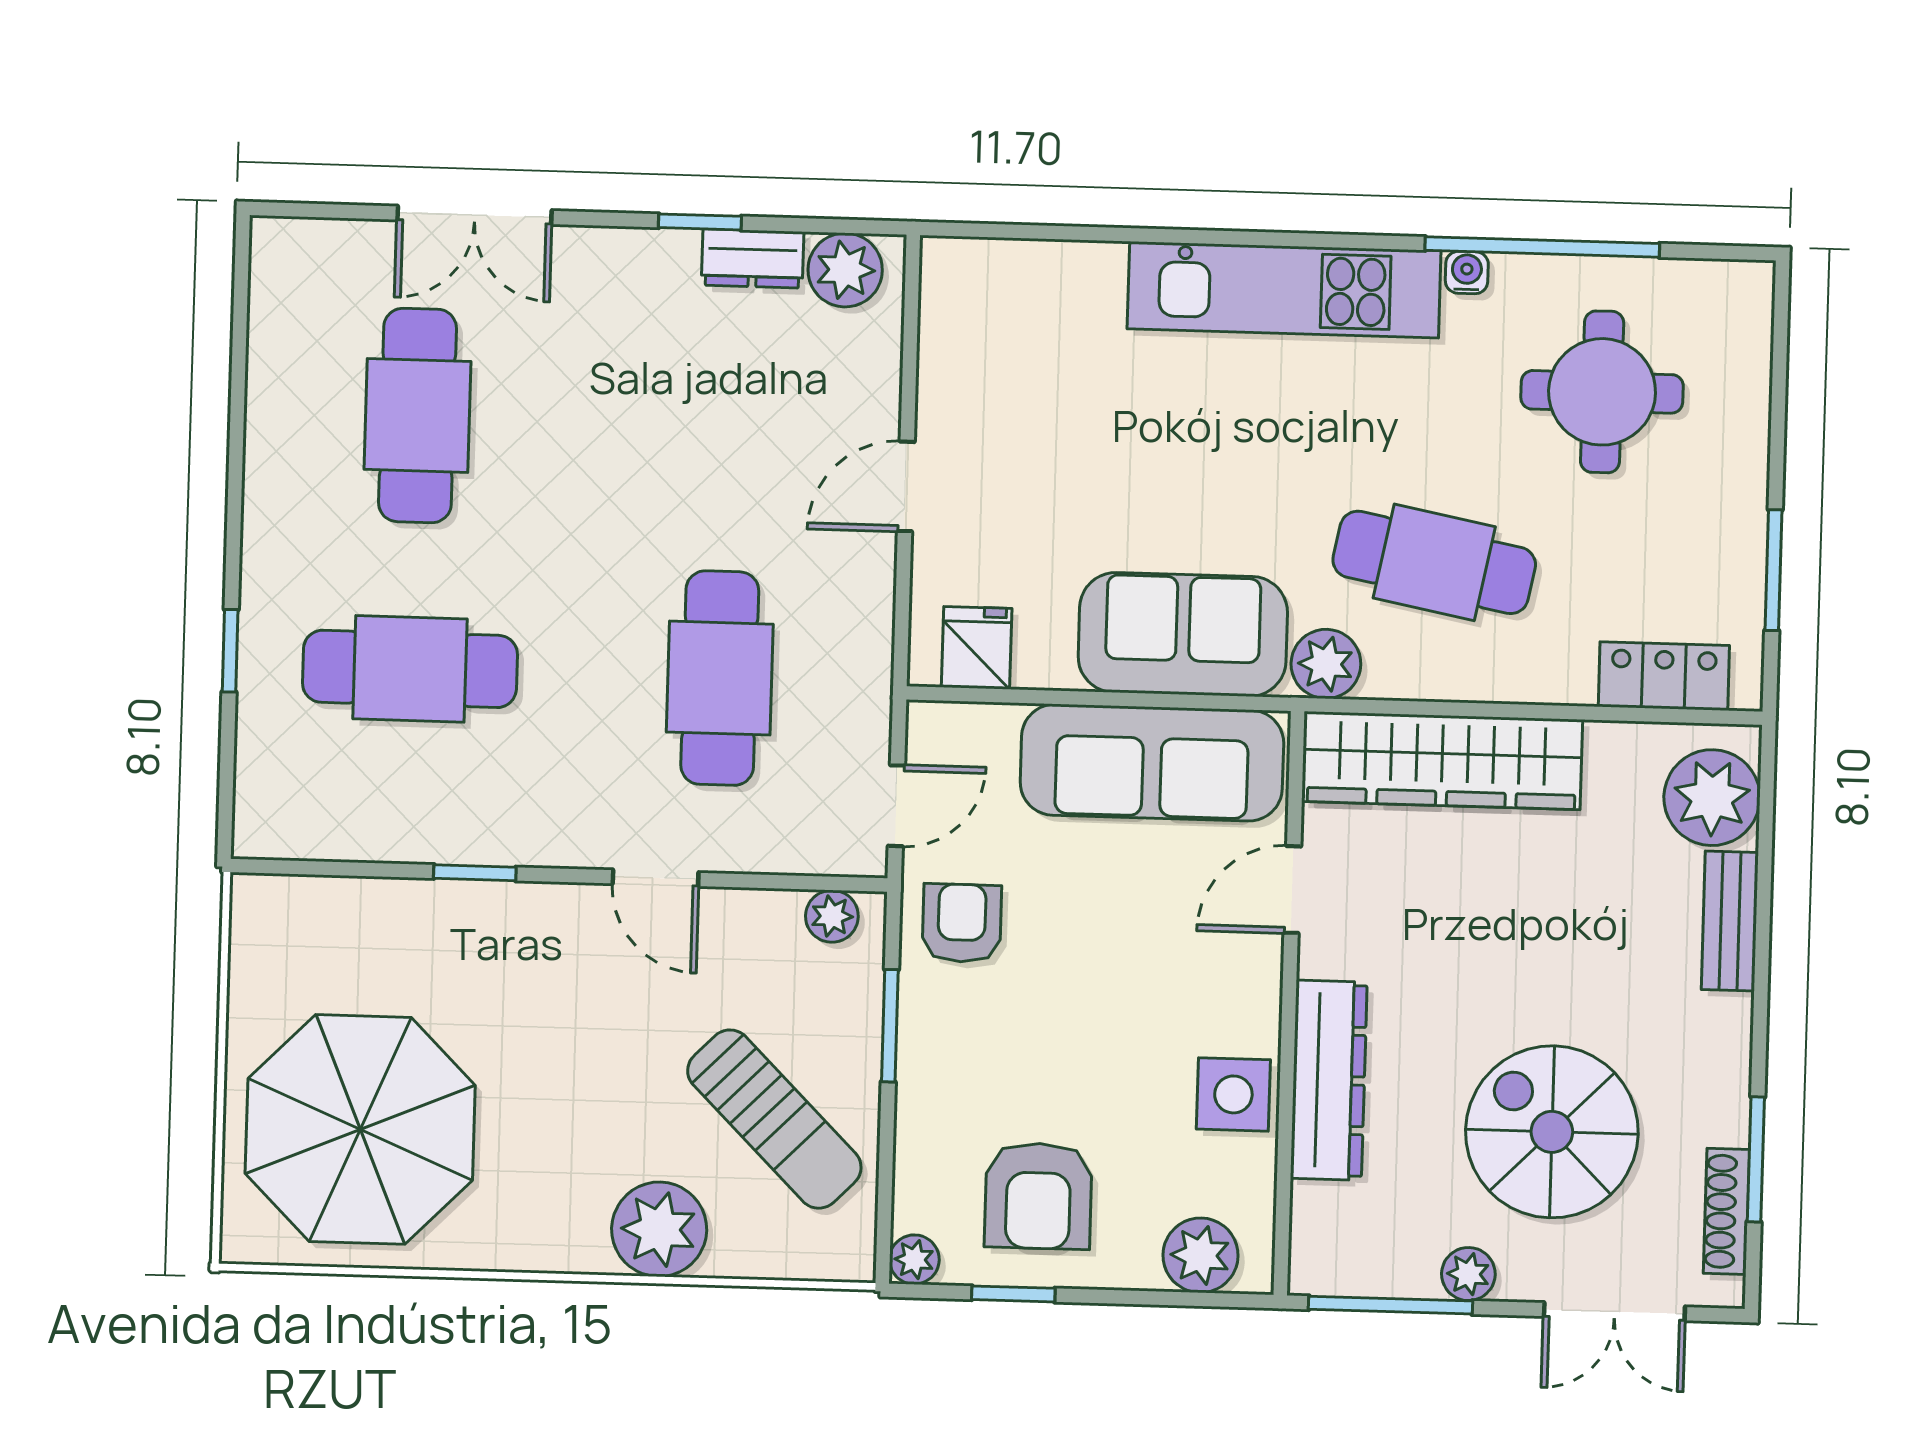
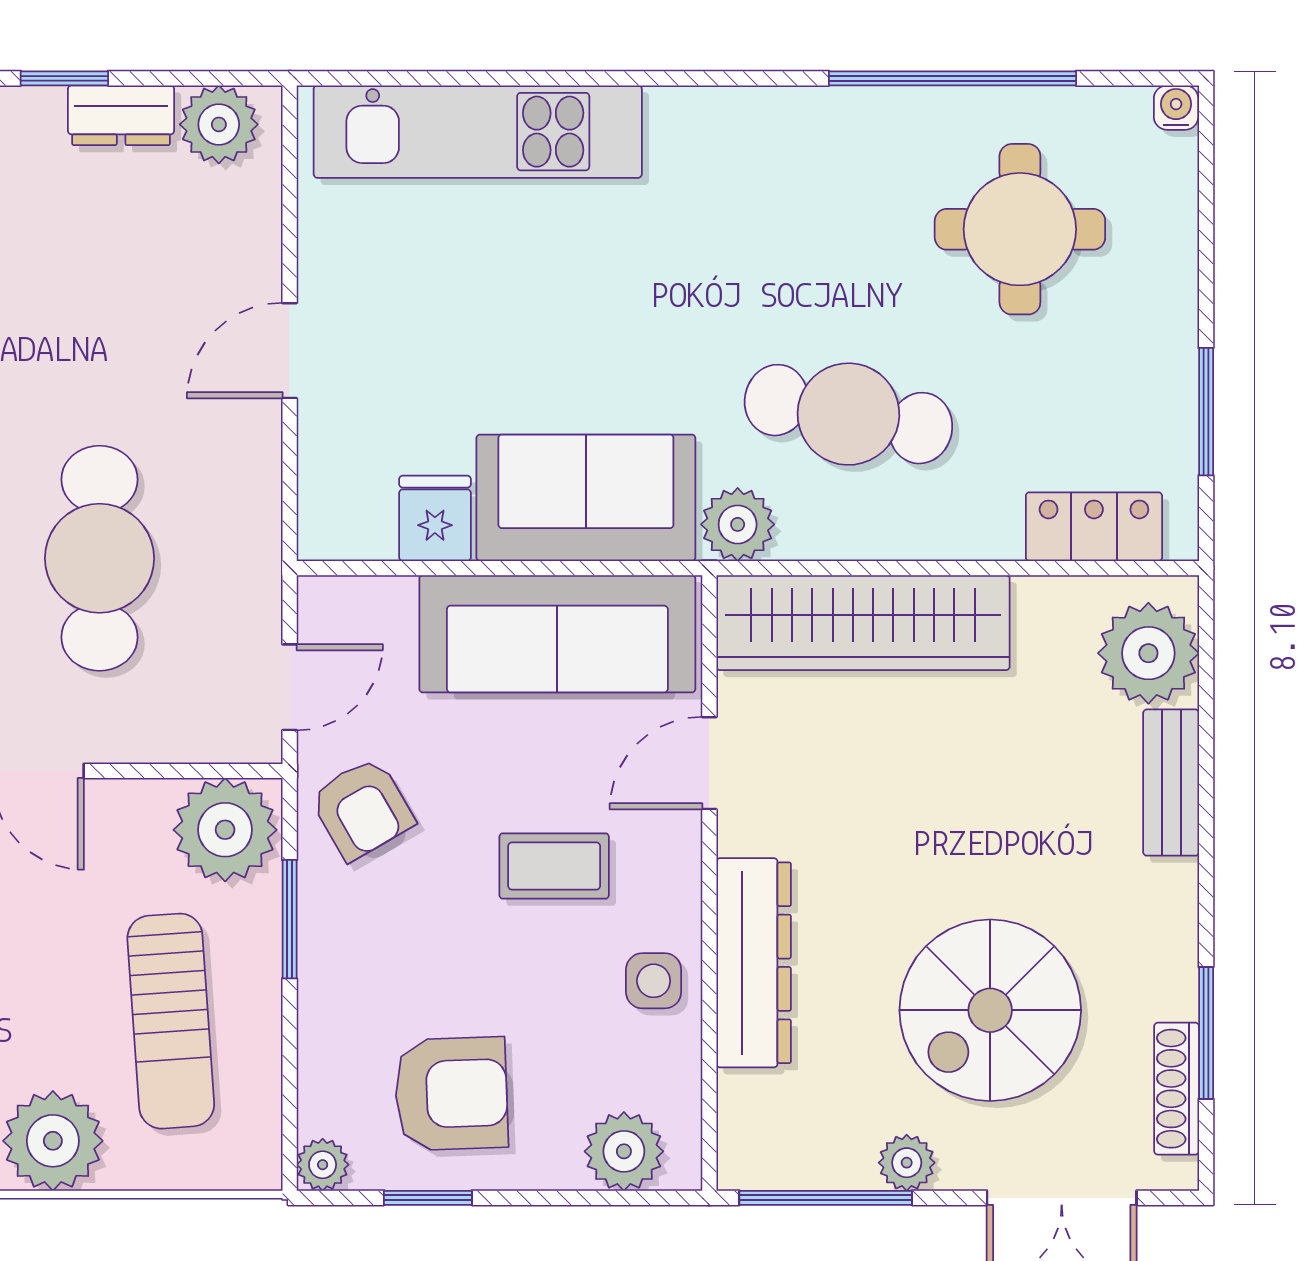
water cooler: (1467, 272) -> (1176, 108), moved
kitchen unit: (1284, 290) -> (478, 132), moved
fridge: (977, 648) -> (435, 518), moved
plant: (832, 916) -> (225, 830), width x1.88, depth x1.88
armchair: (962, 923) -> (362, 809), turned 150
coffee table: (1142, 983) -> (554, 866), added
side table: (1233, 1094) -> (654, 981), width x0.73, depth x0.73
sun lounger: (774, 1119) -> (171, 1021), turned 41
spiral stairs: (1552, 1132) -> (990, 1010), turned -90
armchair: (1038, 1196) -> (451, 1094), turned -92

